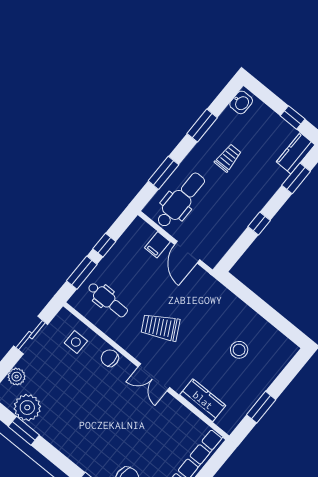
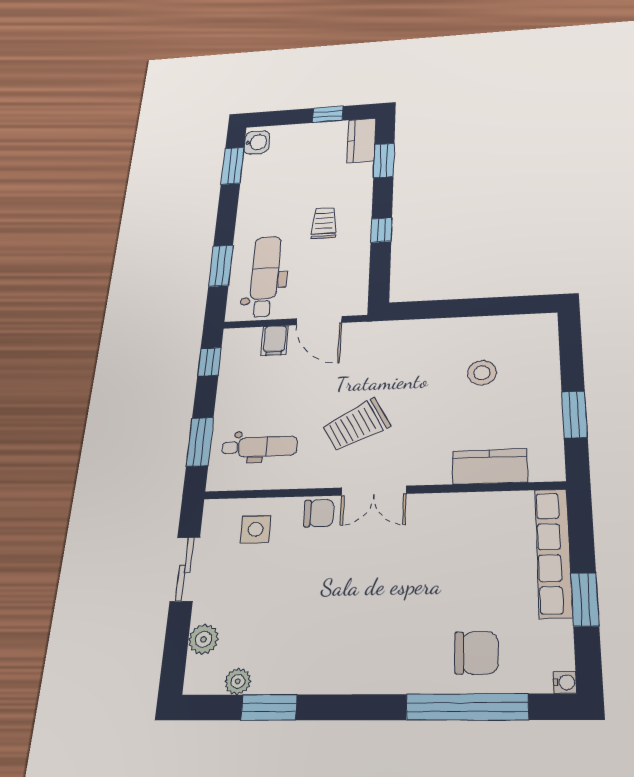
window: (202, 126) -> (233, 166), moved
trolley: (228, 158) -> (324, 223), moved
window: (104, 245) -> (209, 362), moved
chair: (110, 358) -> (319, 513), turned 180
double door: (154, 377) -> (374, 491), moved
plant: (27, 408) -> (238, 681), width x0.53, depth x0.53

